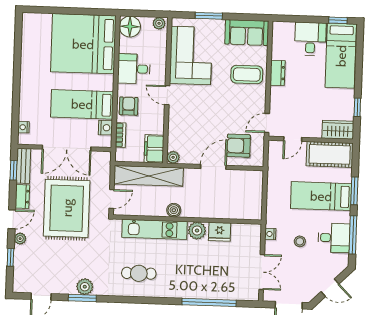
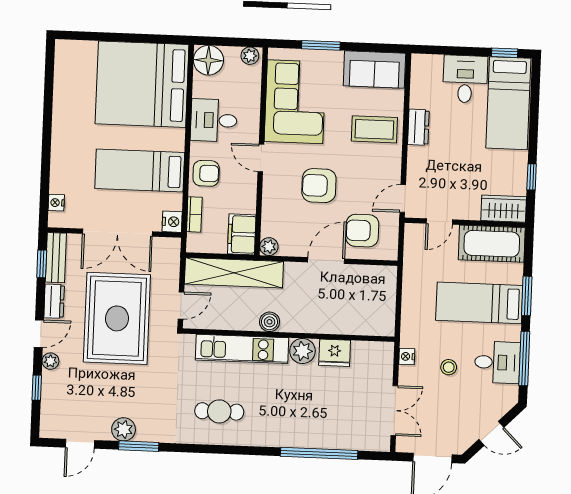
armchair: (129, 106) -> (206, 173), turned 90
armchair: (208, 114) -> (319, 186), added
nightstand: (105, 128) -> (172, 222), moved
plant: (85, 287) -> (124, 429), moved

